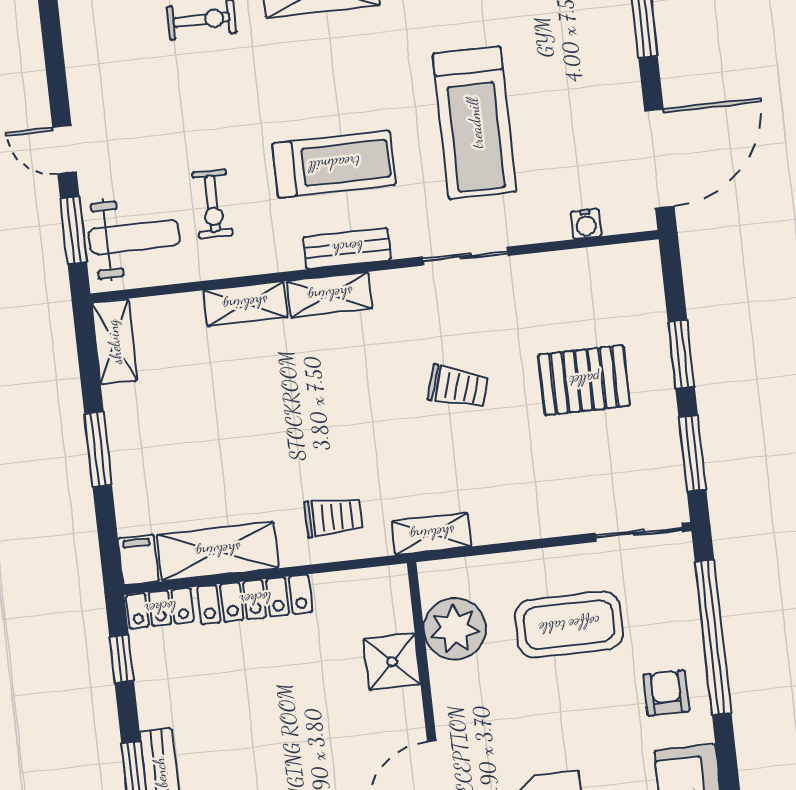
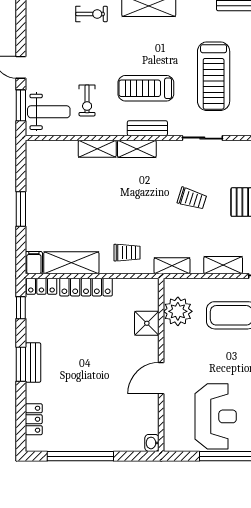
treadmill: (334, 164) -> (146, 88), turned 180
shelving: (114, 342) -> (223, 265), moved, turned 90

